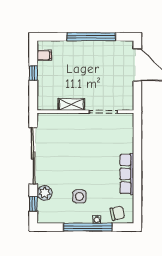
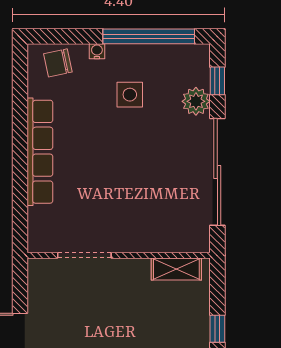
shelving: (72, 104) -> (176, 269), moved
row of seats: (127, 174) -> (40, 152), width x1.36
window: (88, 227) -> (149, 36), moved

